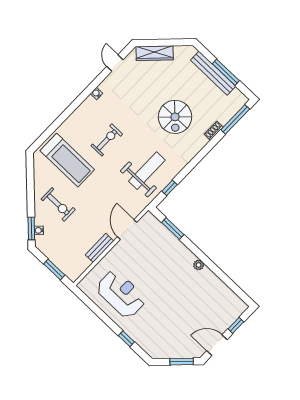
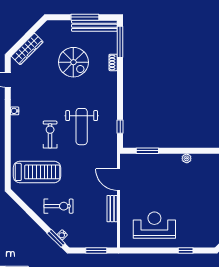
bench: (213, 73) -> (94, 26), moved
spiral stairs: (175, 117) -> (73, 62), moved
weight bench: (147, 171) -> (82, 127), moved, turned 180

